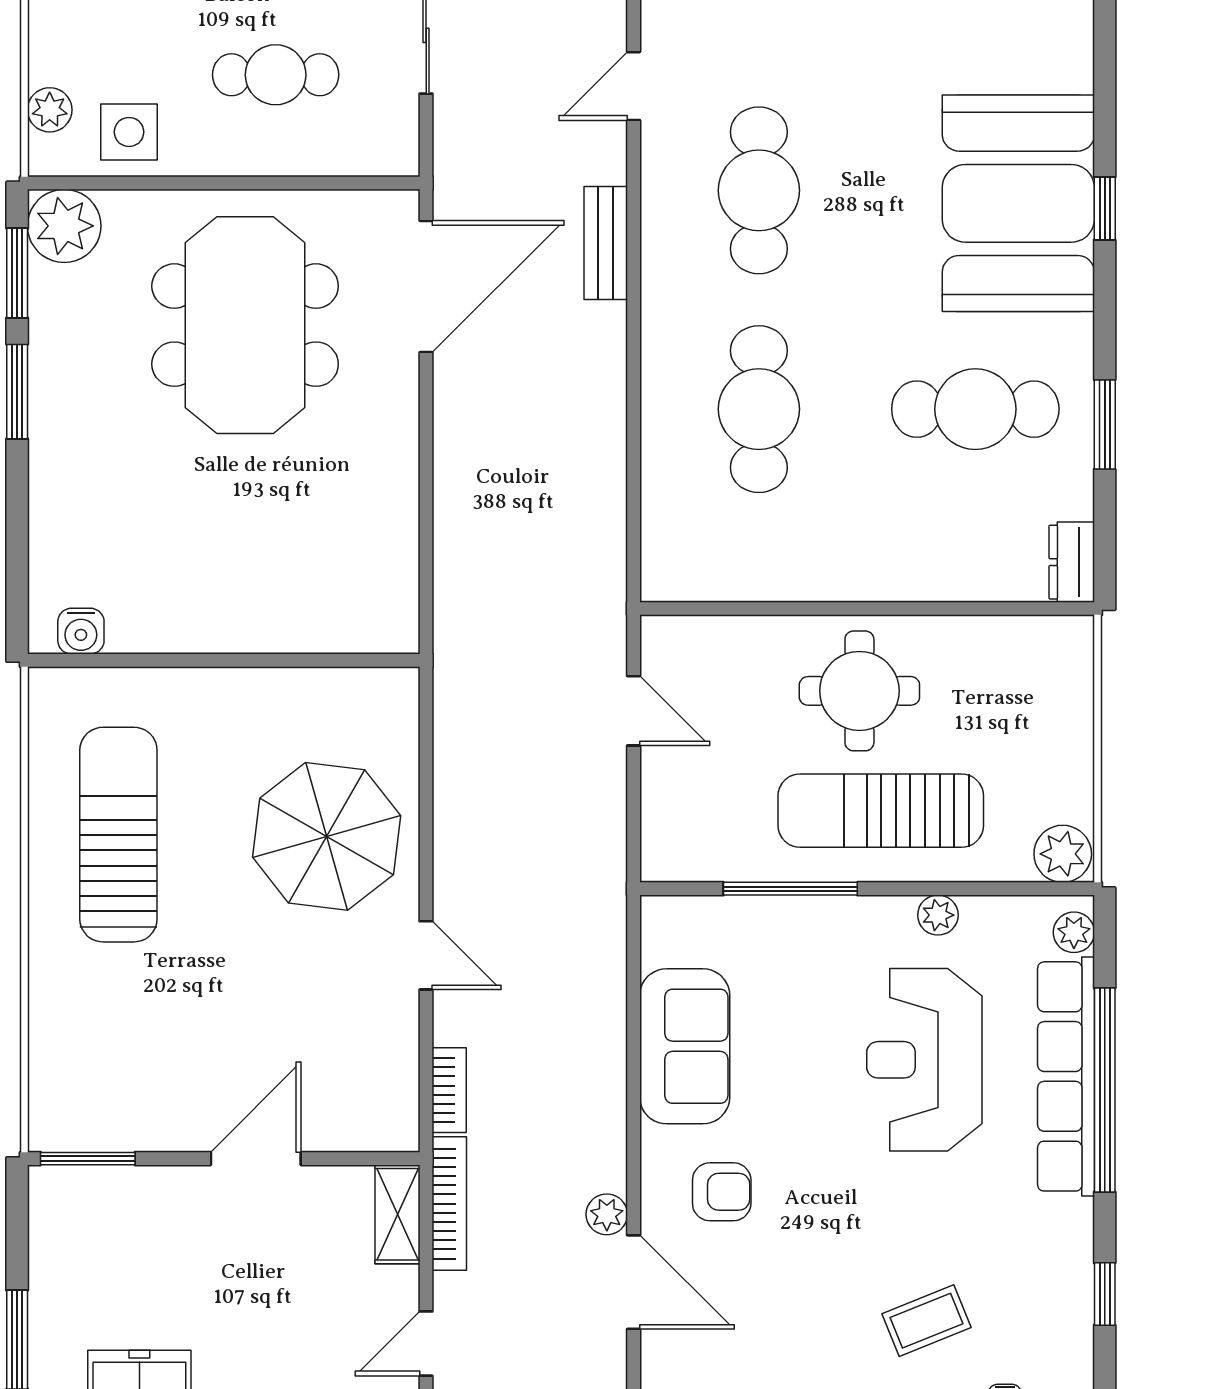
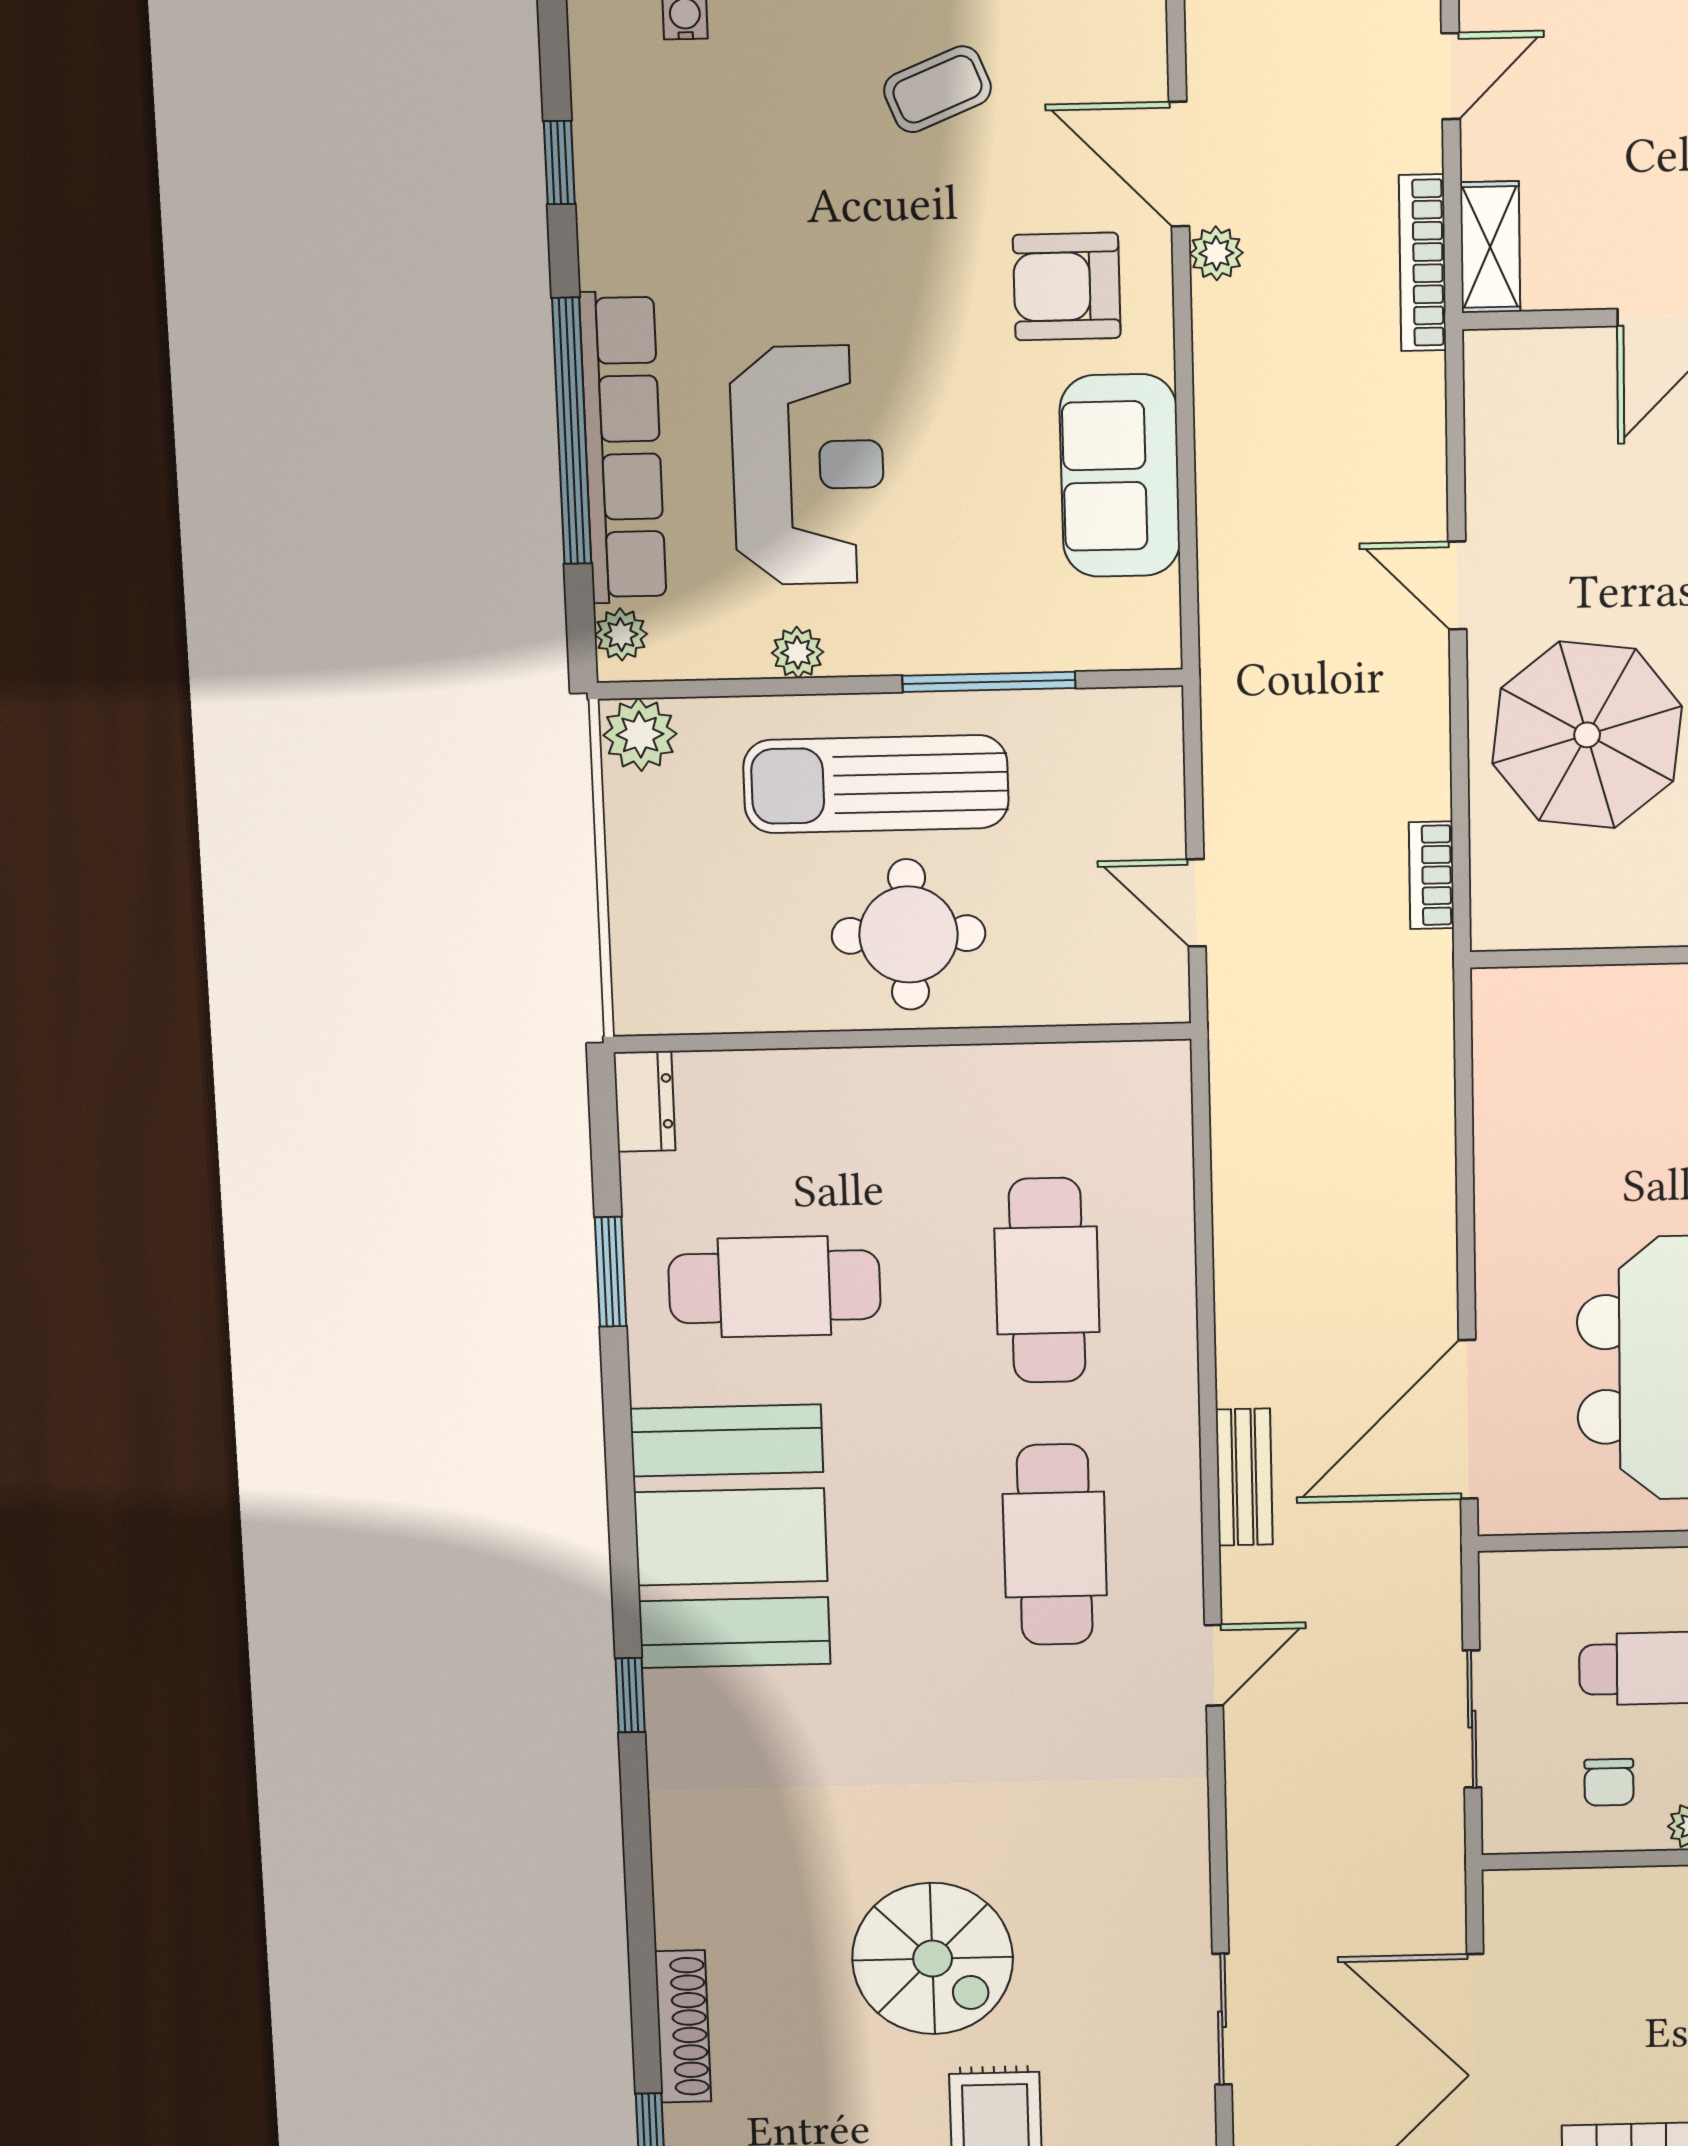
window: (1105, 208) -> (630, 1695), moved
sun lounger: (881, 811) -> (876, 784), turned 180
bookcase: (449, 1090) -> (1431, 875), moved
armchair: (722, 1192) -> (1067, 286), width x1.38, depth x1.38
coffee table: (926, 1321) -> (937, 89), moved

